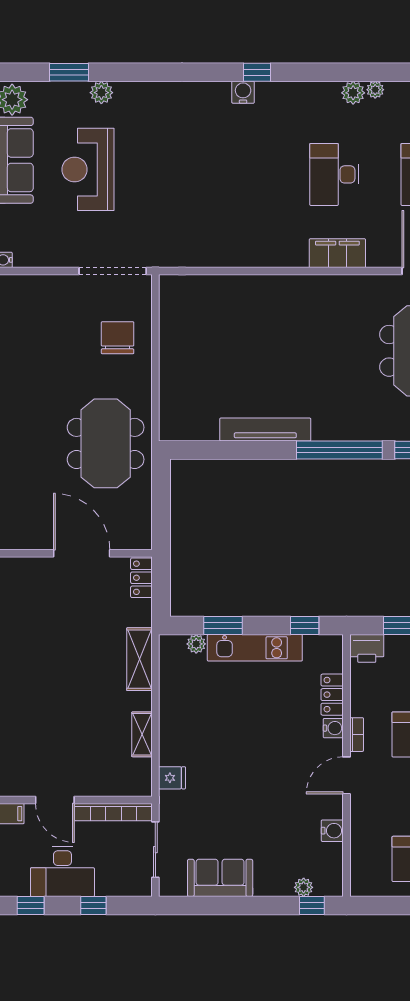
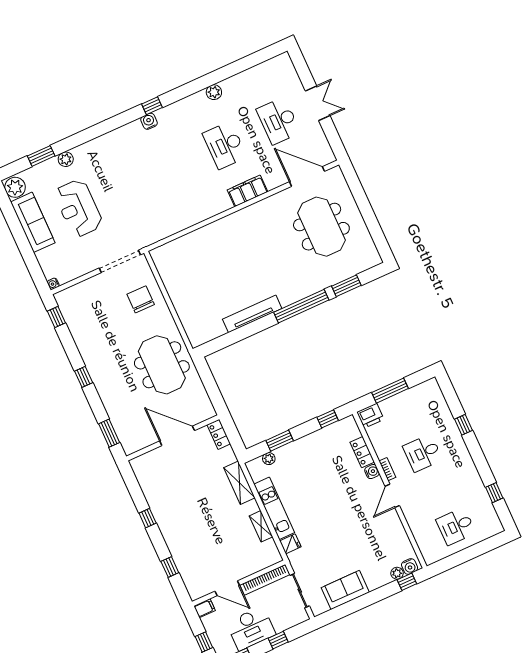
plant: (375, 90) -> (226, 84), removed
kitchen unit: (255, 648) -> (274, 508), moved, turned -90
water cooler: (332, 831) -> (410, 566), moved, turned 90

